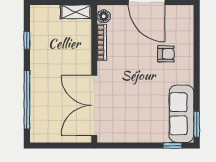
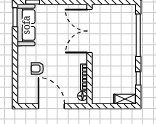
shelving: (76, 12) -> (125, 99), moved
double door: (94, 105) -> (89, 31), swing flipped

